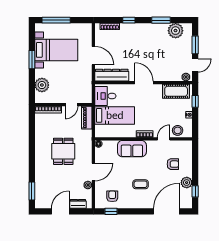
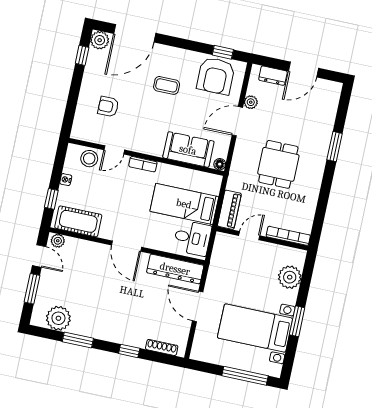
door: (195, 65) -> (39, 256), swing flipped
sofa: (132, 149) -> (188, 150), moved
plant: (187, 183) -> (100, 40), moved
window: (32, 191) -> (335, 147), moved
armchair: (112, 196) -> (216, 76), width x1.88, depth x1.88

